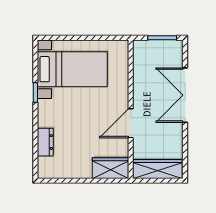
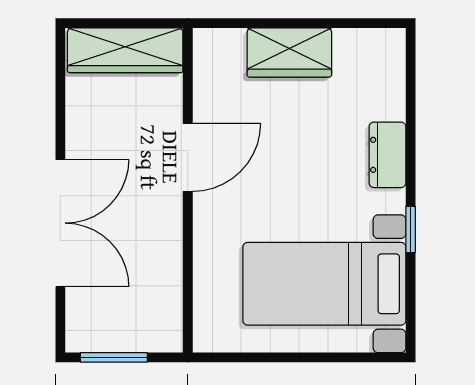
dresser: (45, 142) -> (387, 155), moved
wardrobe: (110, 168) -> (289, 52), moved

